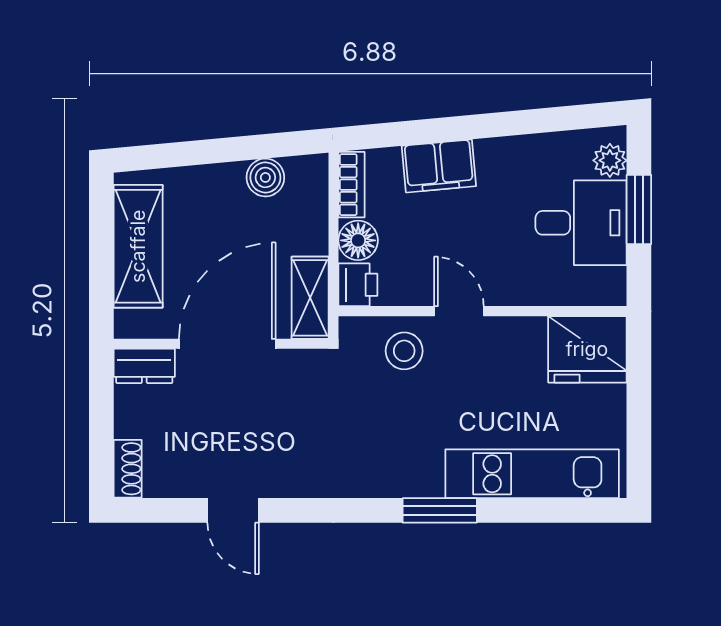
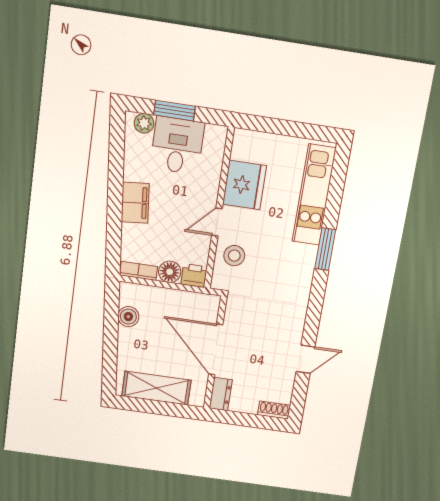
filing cabinet: (439, 166) -> (135, 203), moved
shelving: (310, 298) -> (197, 302), removed
fridge: (587, 349) -> (244, 185), moved

